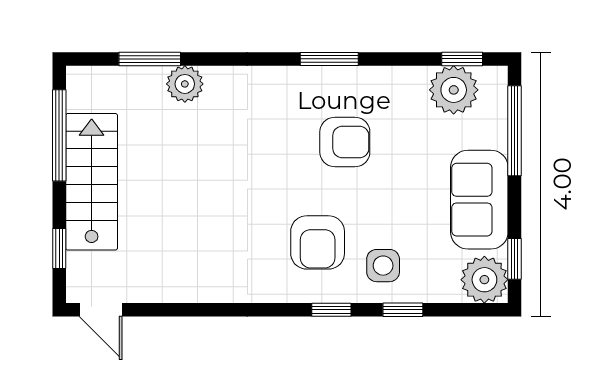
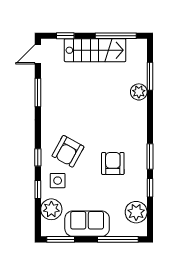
window: (462, 59) -> (150, 188), moved
armchair: (345, 142) -> (113, 163), turned 180
armchair: (318, 242) -> (68, 151), turned -61
window: (515, 259) -> (61, 239), width x1.50
plant: (484, 280) -> (51, 209), moved
window: (186, 310) -> (38, 93), added

